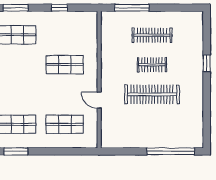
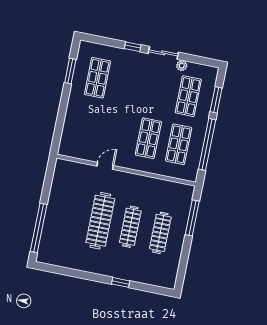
window: (59, 8) -> (207, 144), width x3.17
clothes rail: (152, 65) -> (130, 227), width x1.36
shop shelf: (65, 124) -> (179, 144), moved

